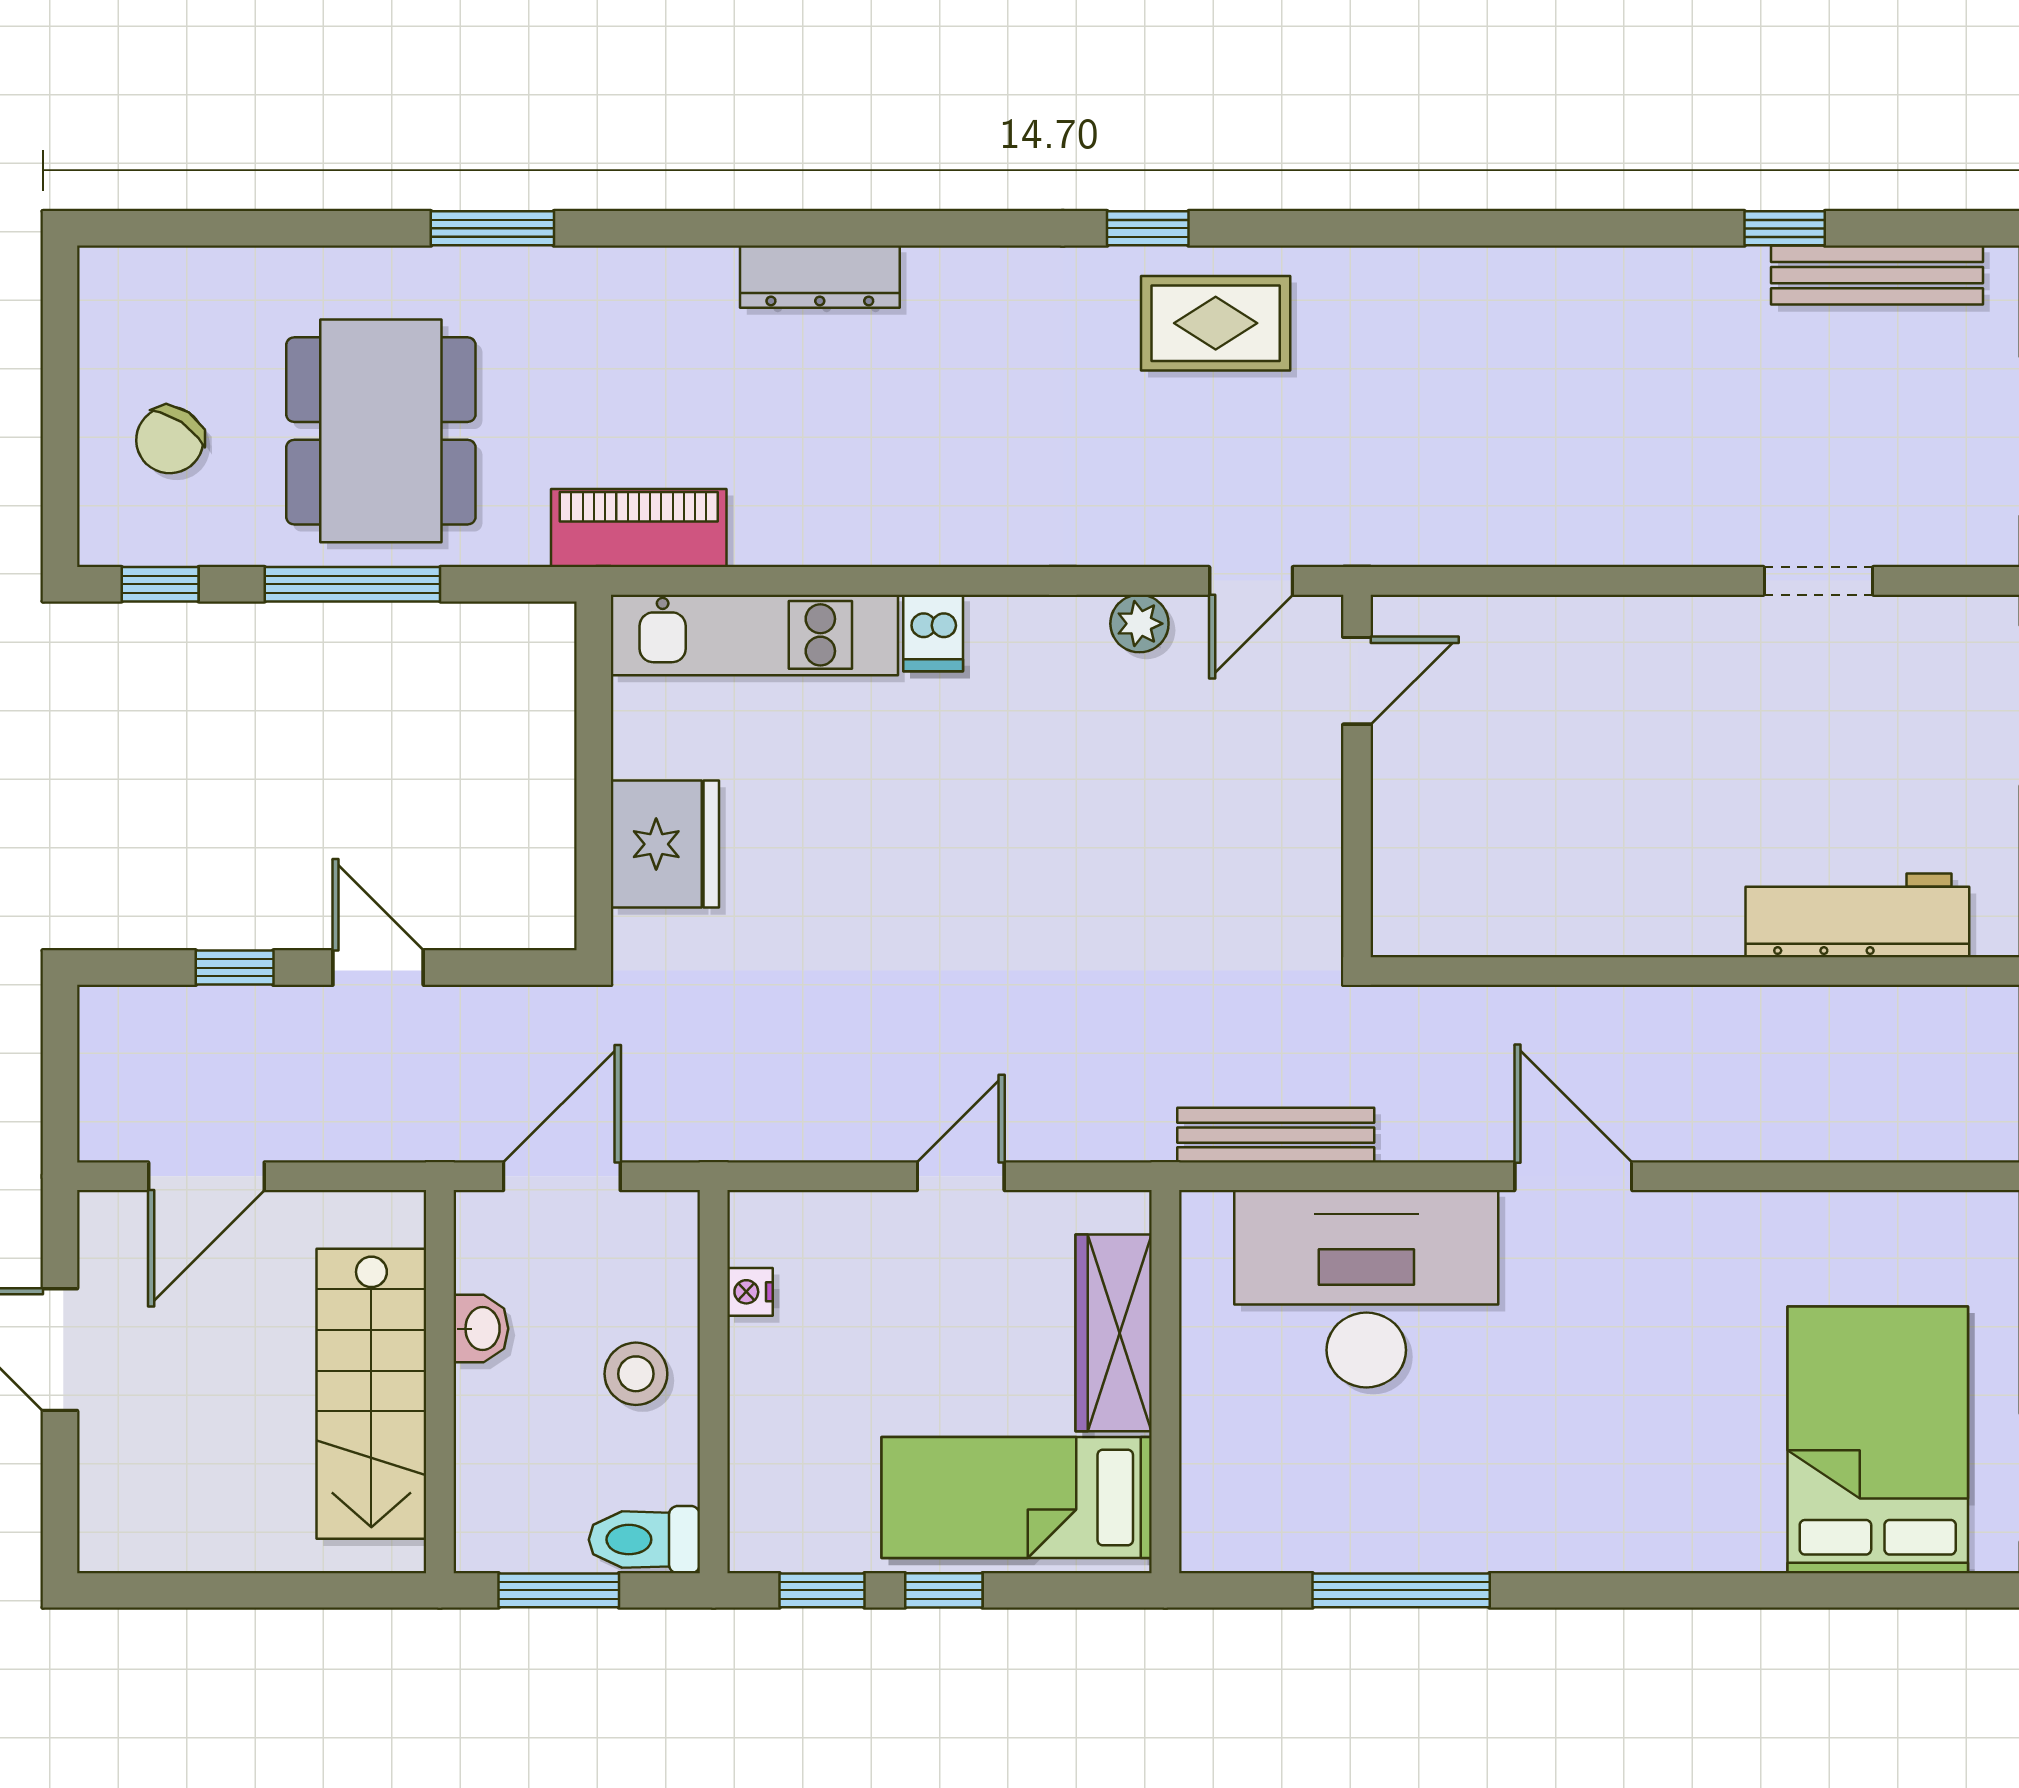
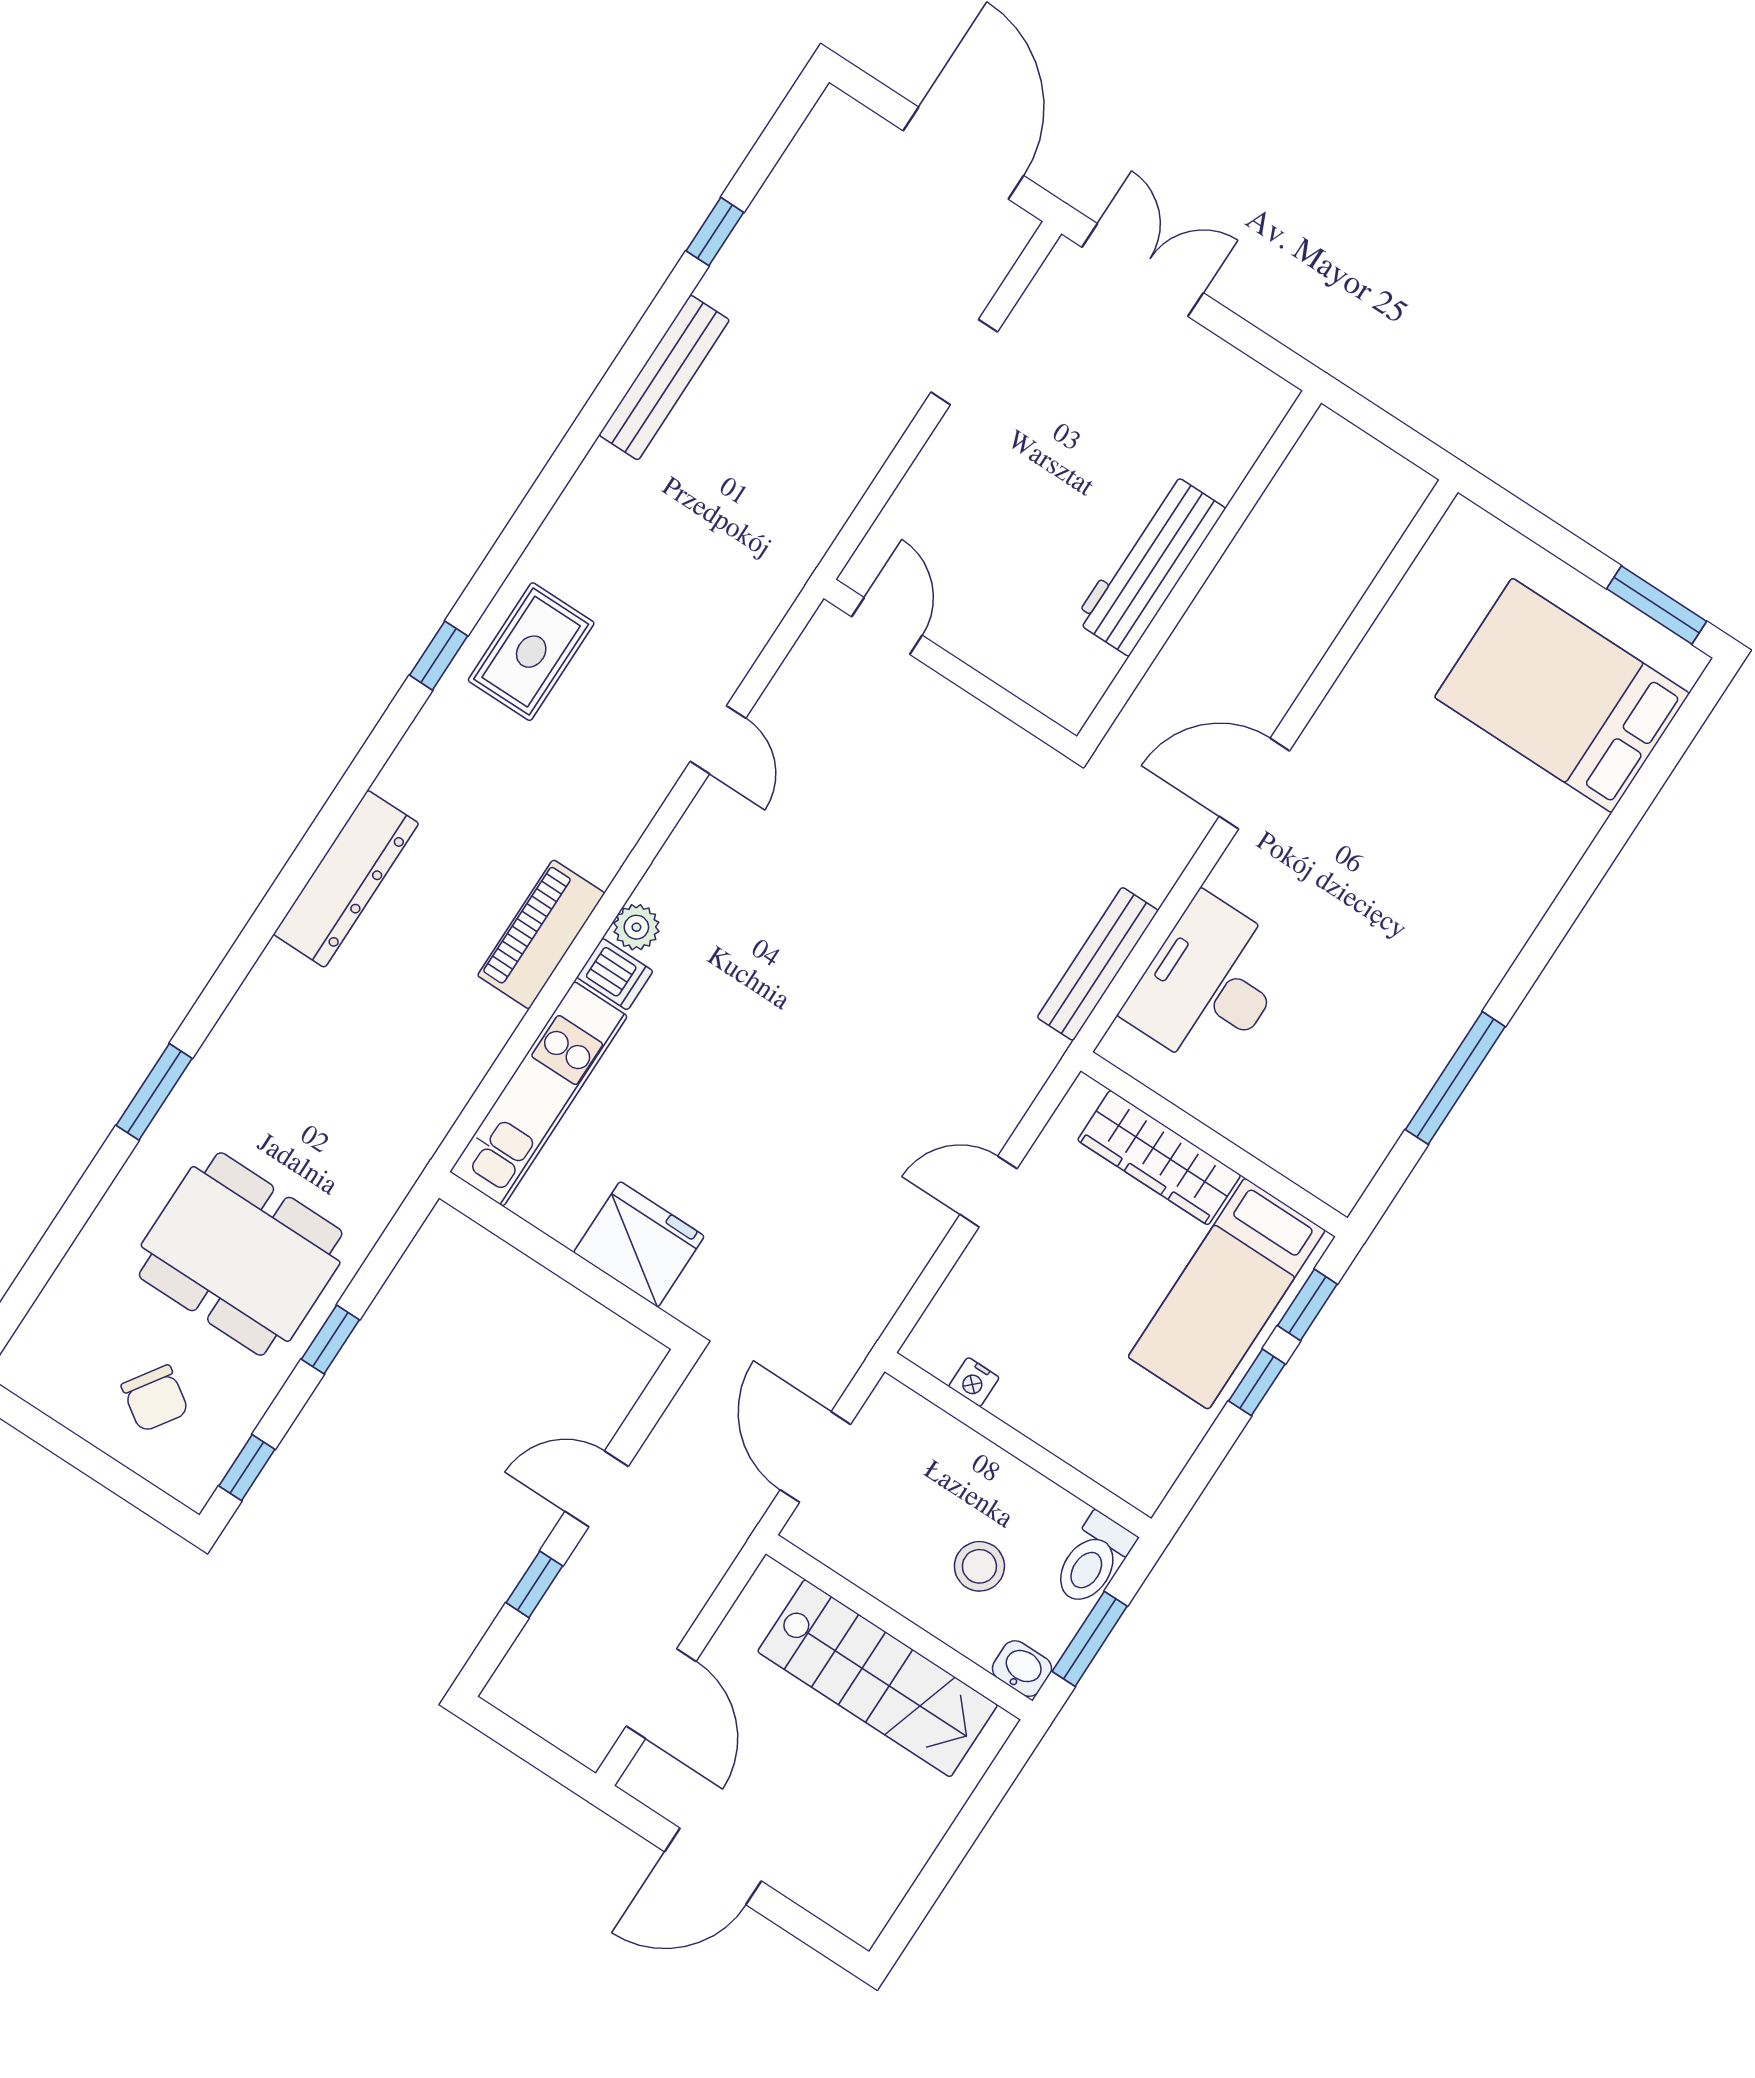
bench: (1877, 275) -> (664, 378), moved
dresser: (820, 277) -> (346, 879), width x1.37, depth x1.24
piano: (639, 528) -> (541, 934), moved
window: (352, 584) -> (330, 1340), width x0.46
plant: (1139, 624) -> (636, 927), moved
door: (1357, 681) -> (887, 626), moved
wall: (1357, 776) -> (950, 667), moved
workbench: (1857, 915) -> (1150, 564), moved
door: (961, 1176) -> (988, 1192), hinge flipped
desk: (1366, 1289) -> (1209, 984), width x0.73, depth x0.77
washbasin: (481, 1329) -> (1022, 1669), moved
stool: (636, 1374) -> (979, 1566), moved
window: (822, 1590) -> (1307, 1305), moved

